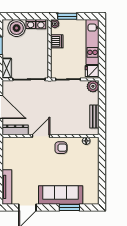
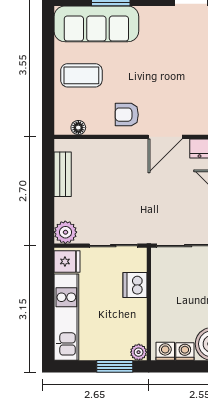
dishwasher: (57, 41) -> (135, 285), moved
coffee table: (85, 168) -> (81, 75), added
sofa: (61, 195) -> (96, 24), moved

